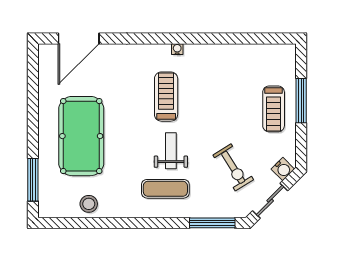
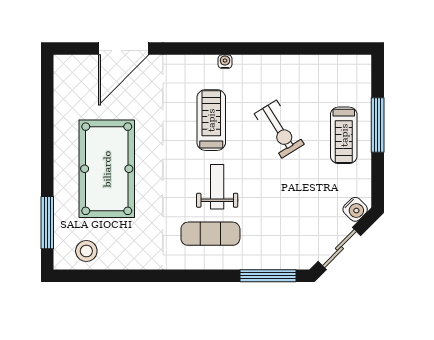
door: (79, 38) -> (124, 49), moved
exercise bike: (233, 167) -> (279, 129), moved
stool: (89, 204) -> (86, 251), moved

